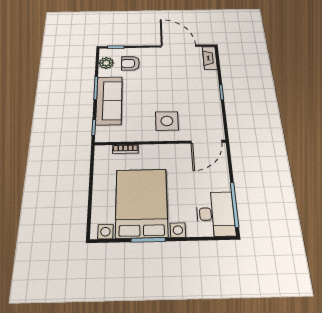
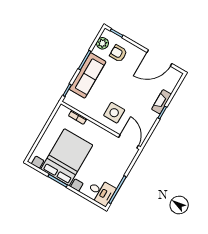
door: (178, 46) -> (159, 58), swing flipped
fireplace: (210, 58) -> (161, 102), moved
door: (206, 142) -> (129, 142), swing flipped
desk: (215, 214) -> (101, 192), width x0.73

